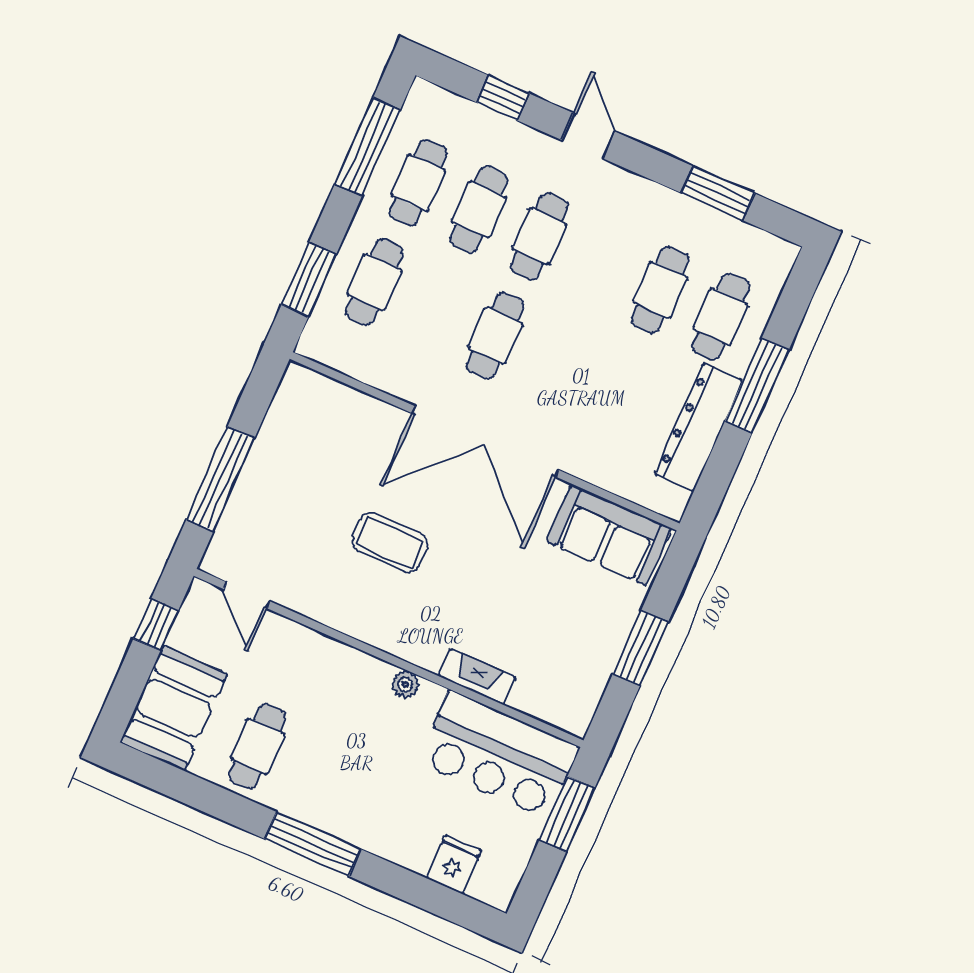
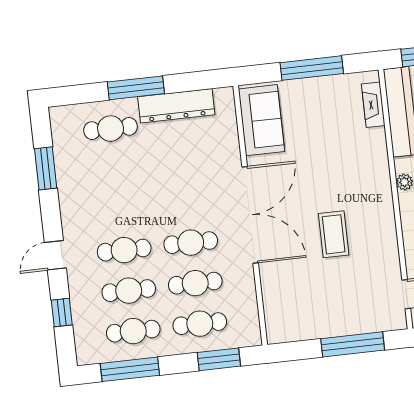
cafe table: (660, 290) -> (195, 283), moved
window: (641, 648) -> (312, 68), width x1.44
fireplace: (477, 677) -> (373, 105), moved

